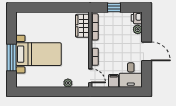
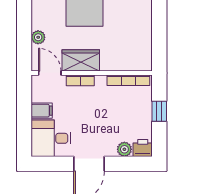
wardrobe: (82, 26) -> (81, 60), moved
door: (90, 76) -> (50, 73), swing flipped

